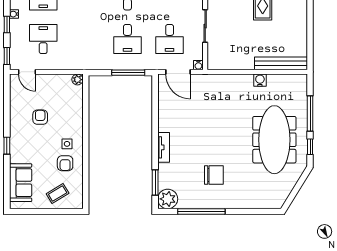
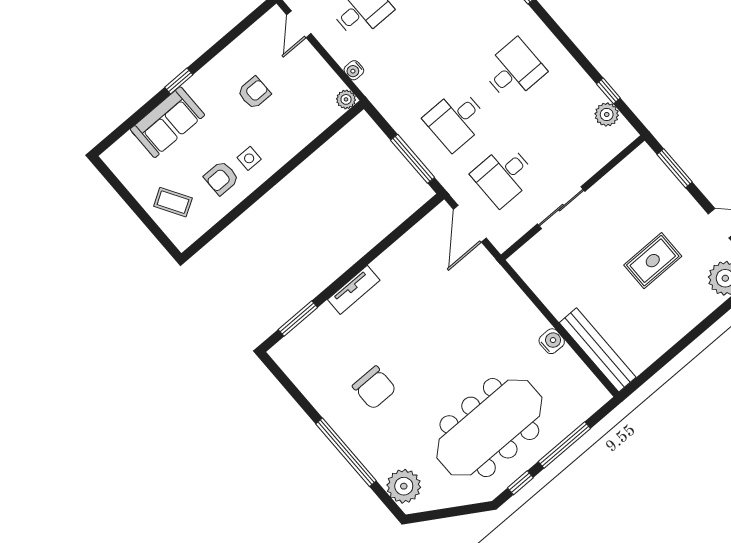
water cooler: (198, 65) -> (354, 70), moved
sofa: (21, 183) -> (167, 122), moved
plant: (168, 199) -> (404, 486), moved
window: (201, 212) -> (346, 452), moved

